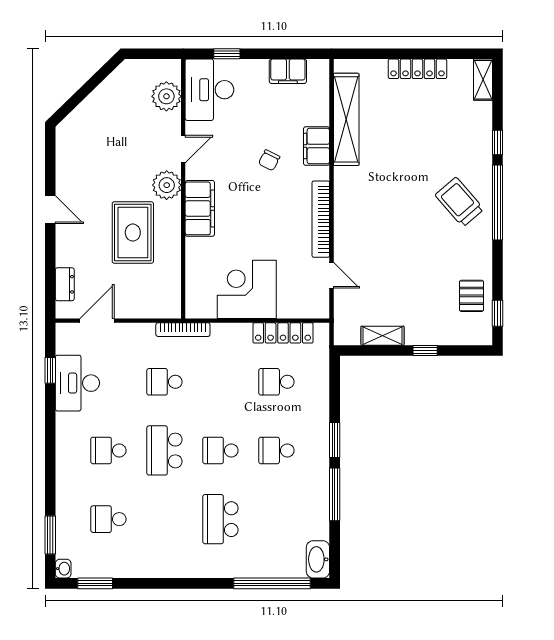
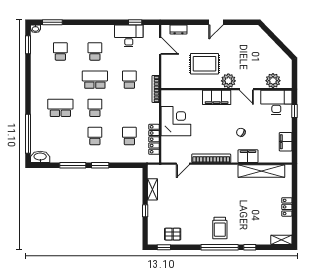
locker: (417, 69) -> (287, 207), width x0.66
trolley: (459, 202) -> (220, 228), turned 131

